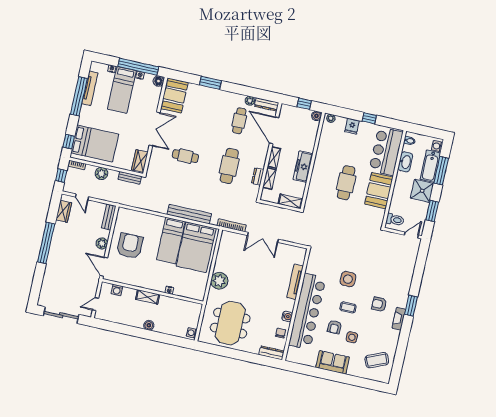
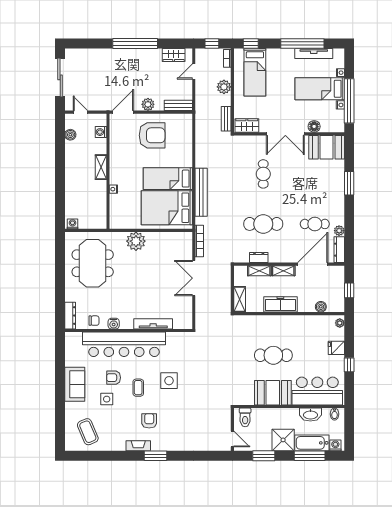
floor lamp: (158, 81) -> (314, 126), moved
boiler: (316, 116) -> (321, 307), moved
bed: (95, 143) -> (255, 72), width x0.67
meeting table: (230, 323) -> (93, 263), turned 90
boiler: (149, 325) -> (70, 135), moved

